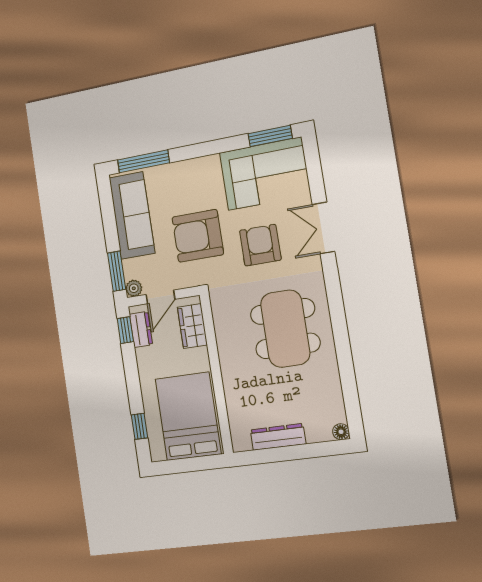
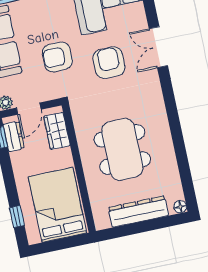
armchair: (198, 236) -> (57, 57), width x0.73, depth x0.73
dining table: (285, 329) -> (122, 149), moved
dresser: (278, 437) -> (138, 211), width x1.37, depth x1.24

